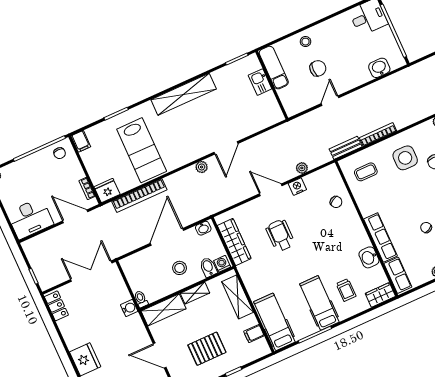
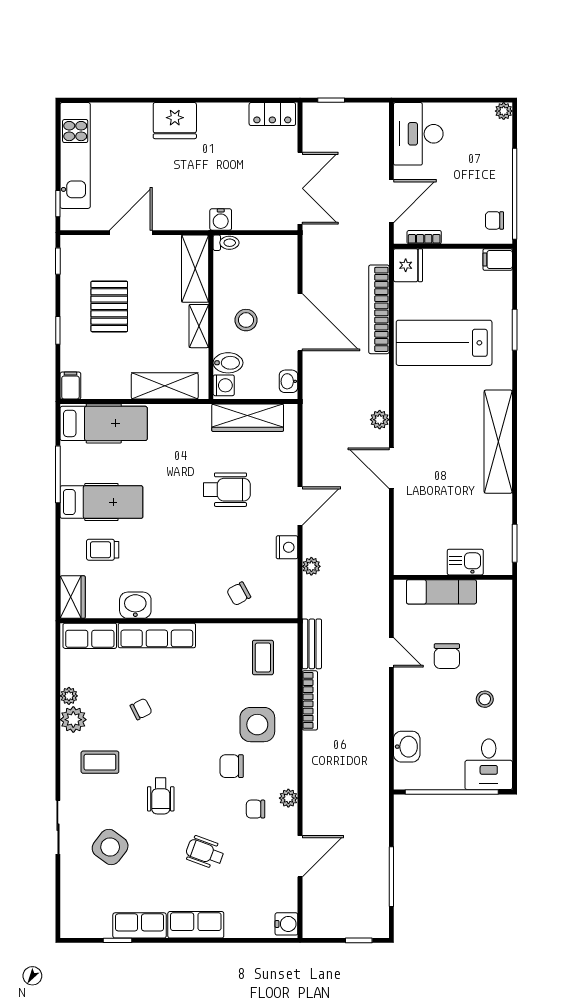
stool: (305, 42) -> (485, 699), moved
exam couch: (274, 68) -> (441, 592), moved
filing cabinet: (254, 334) -> (70, 386), moved

